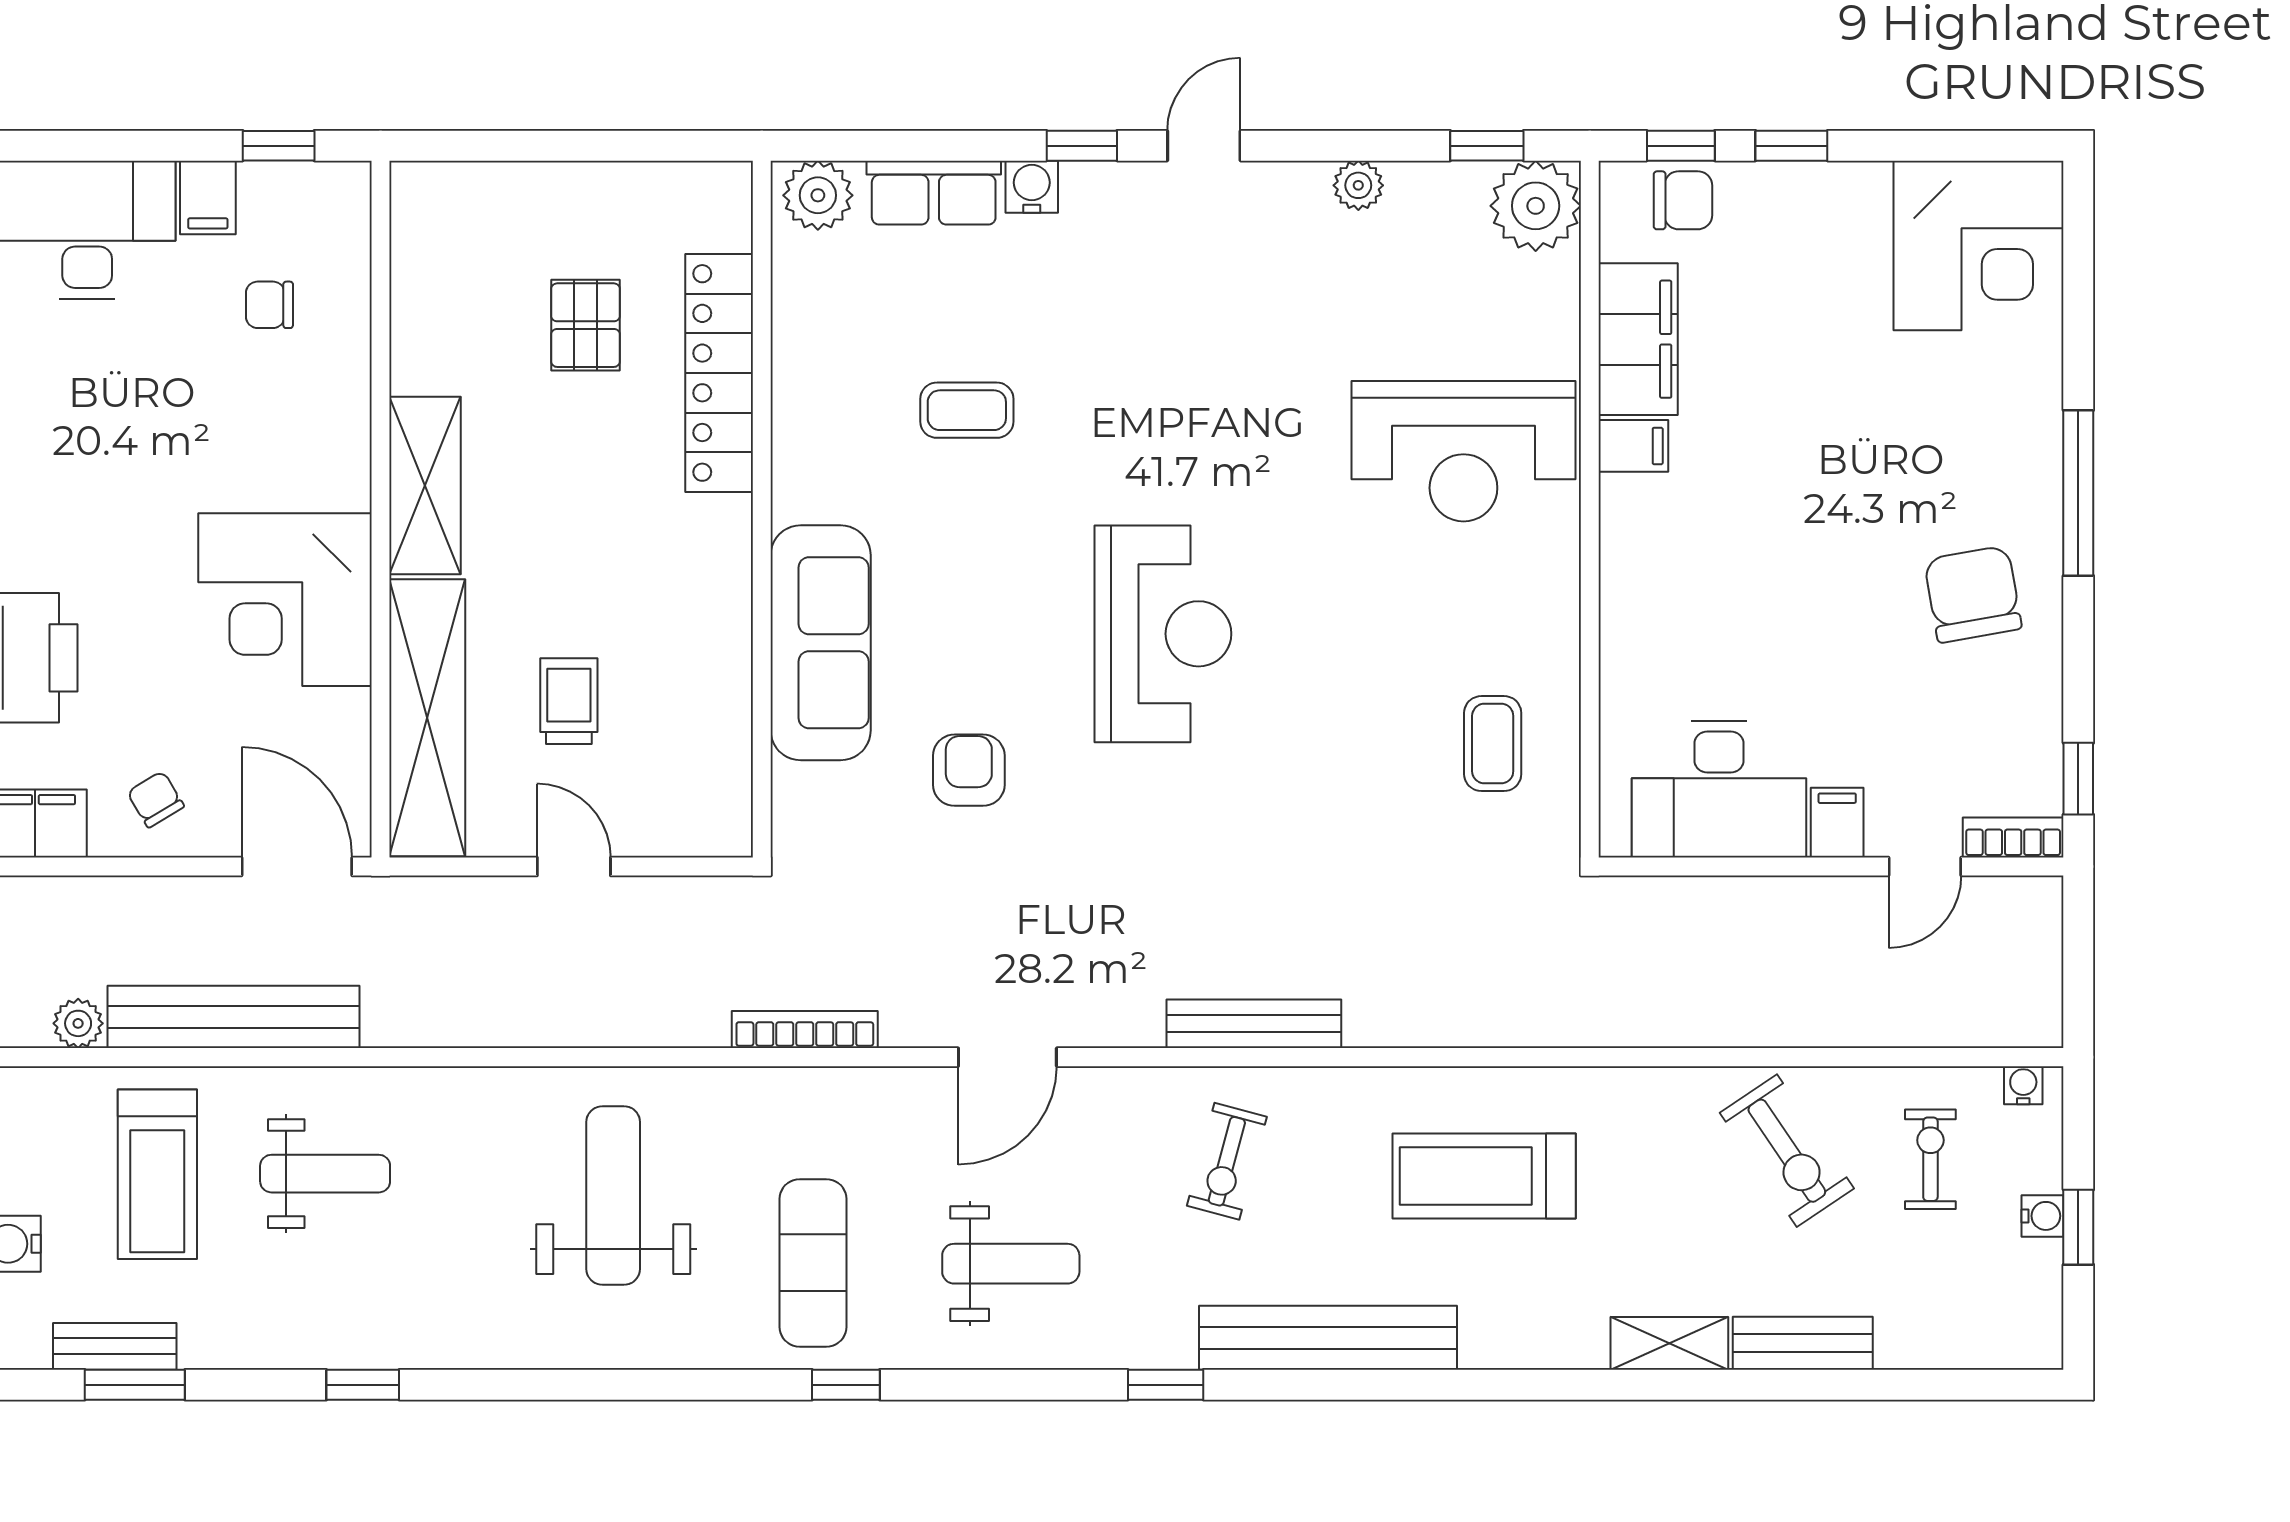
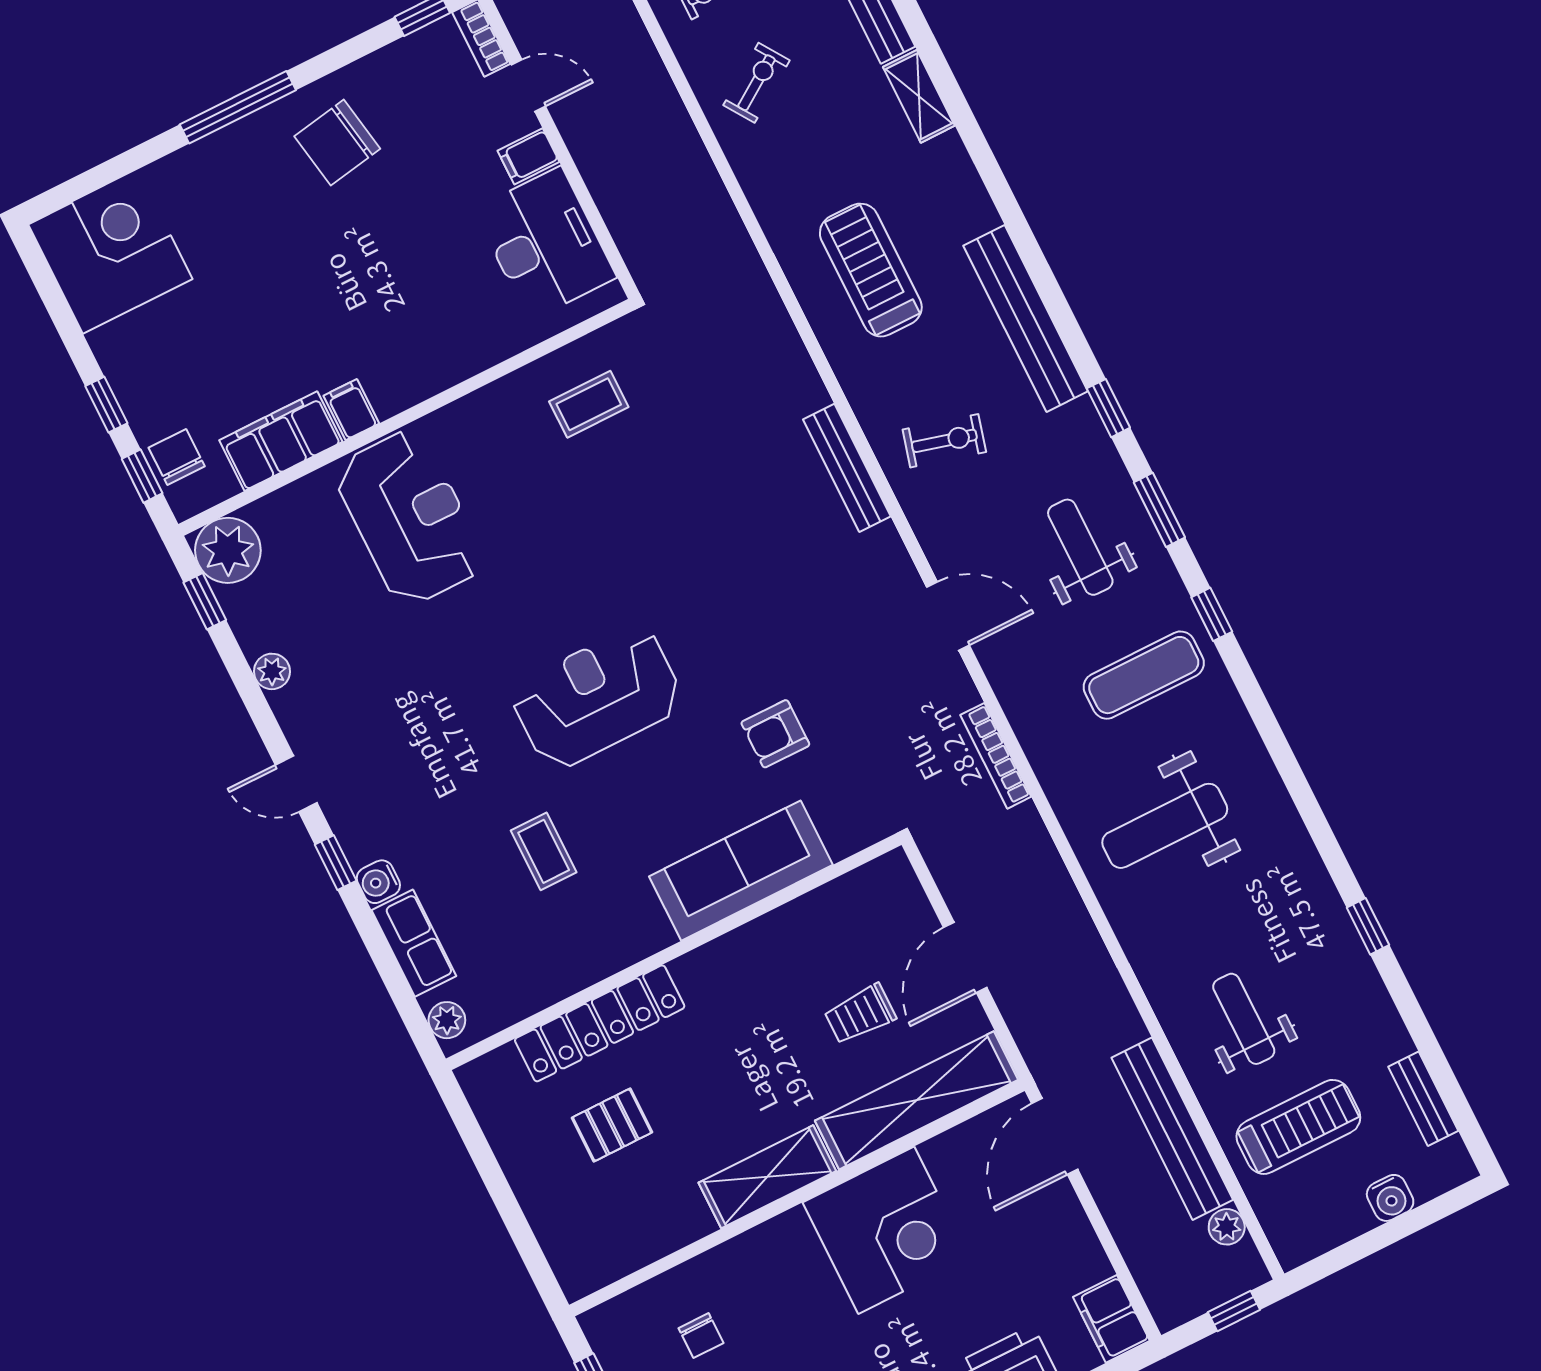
plant: (818, 195) -> (447, 1020), width x0.73, depth x0.73
reception desk: (1163, 634) -> (597, 697), moved
chair: (156, 799) -> (1057, 1249), removed
door: (574, 866) -> (965, 958), width x1.38
exercise bike: (1787, 1151) -> (756, 83), width x0.73, depth x0.72
treadmill: (1484, 1176) -> (871, 270), turned 180
window: (135, 1385) -> (1159, 510), moved

